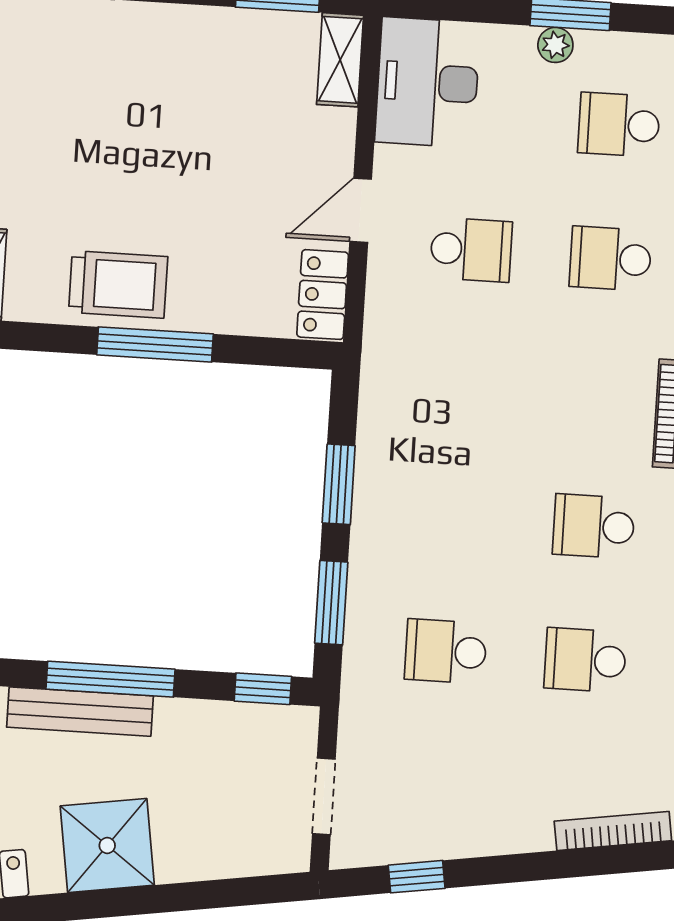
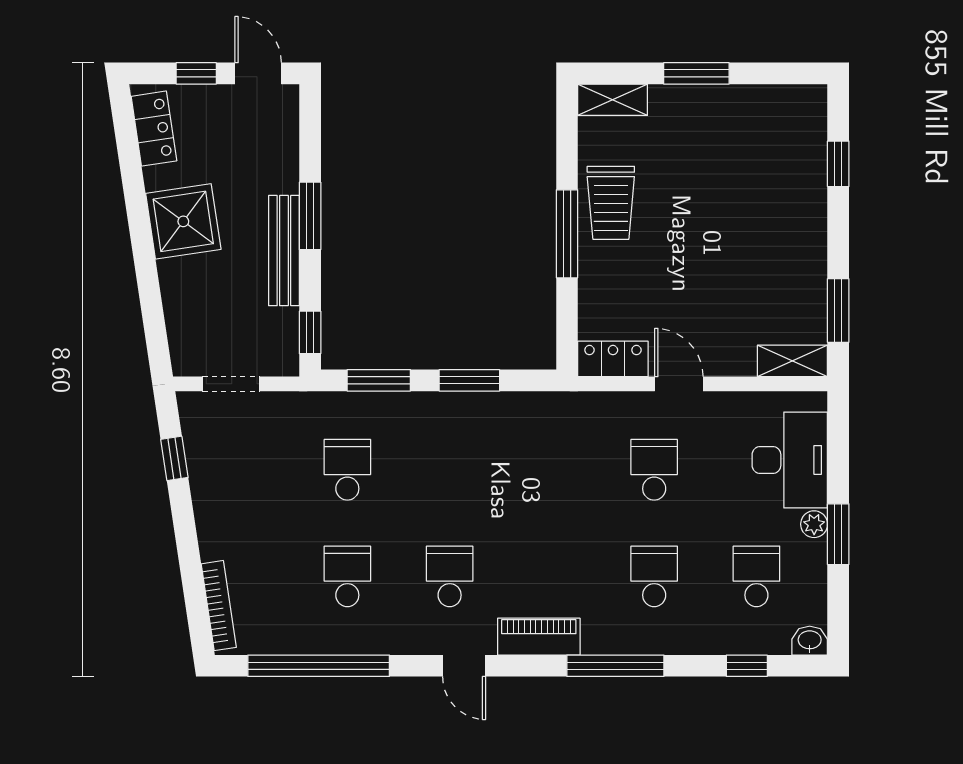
desk: (428, 82) -> (790, 460), moved, turned 90
school desk: (471, 250) -> (654, 470), turned 180
window: (111, 679) -> (310, 216), width x0.69
bench: (80, 712) -> (284, 251), moved

